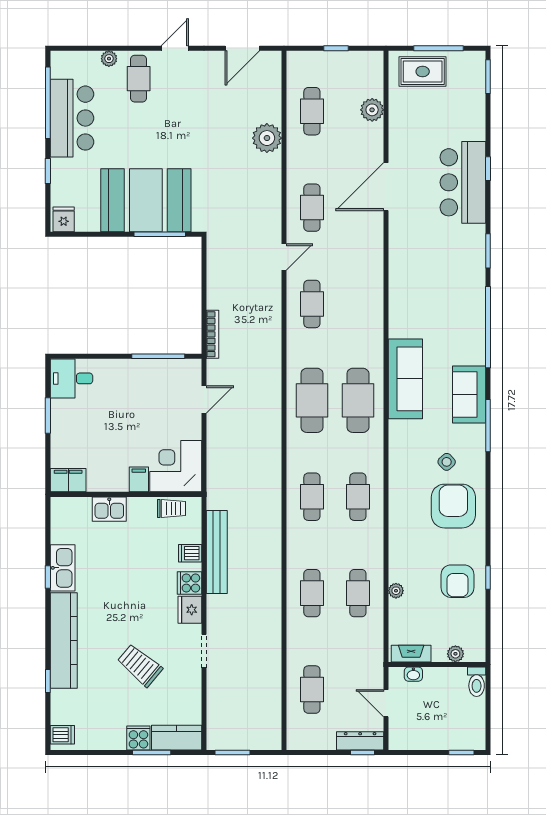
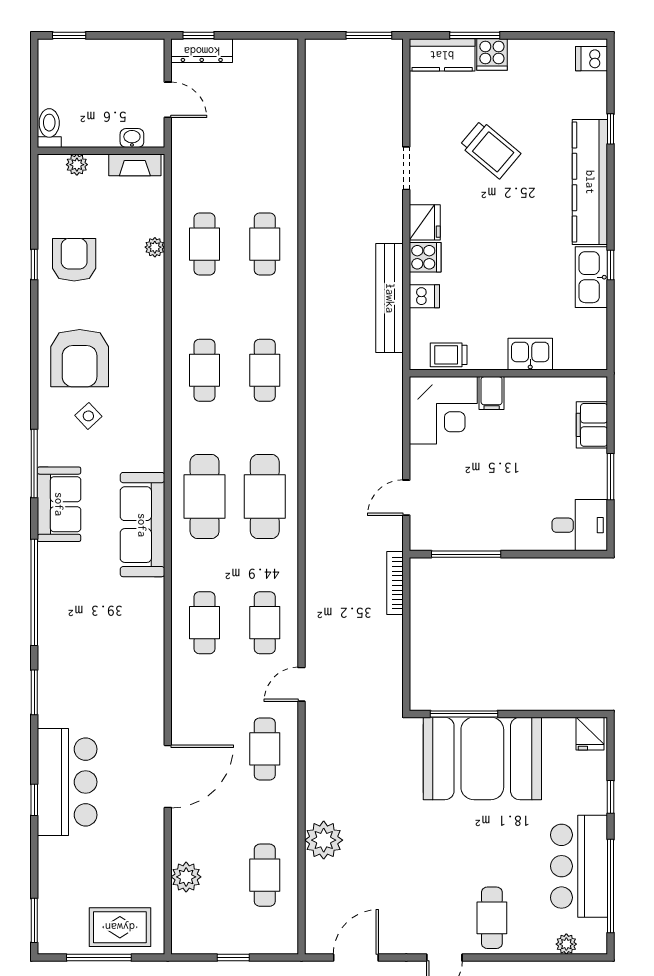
plant: (109, 59) -> (566, 944), moved
filing cabinet: (68, 480) -> (592, 425), moved, turned 90
cafe table: (312, 690) -> (205, 623), moved

